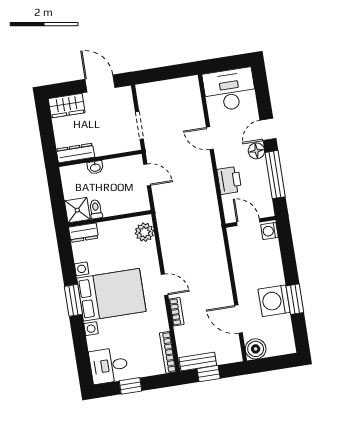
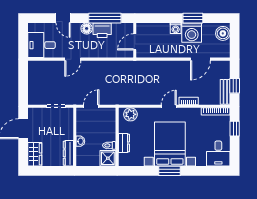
desk: (229, 90) -> (42, 45), width x0.73
door: (268, 129) -> (63, 18), moved
printer: (229, 180) -> (102, 30), moved, turned 180
washing machine: (269, 231) -> (176, 28), moved
dresser: (84, 233) -> (124, 143), moved
boiler: (256, 349) -> (223, 33), moved
window: (130, 386) -> (235, 129), moved

